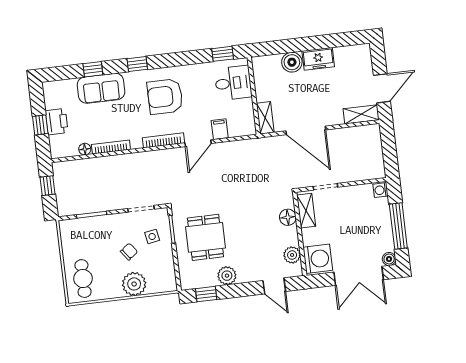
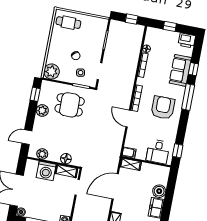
window: (137, 64) -> (188, 97), width x2.17
printer: (57, 122) -> (187, 40), moved
filing cabinet: (220, 129) -> (129, 153), moved
washing machine: (318, 259) -> (46, 171), moved
plant: (134, 284) -> (52, 71), moved

